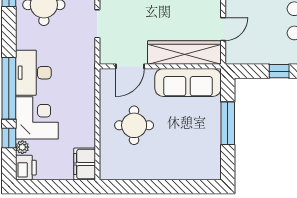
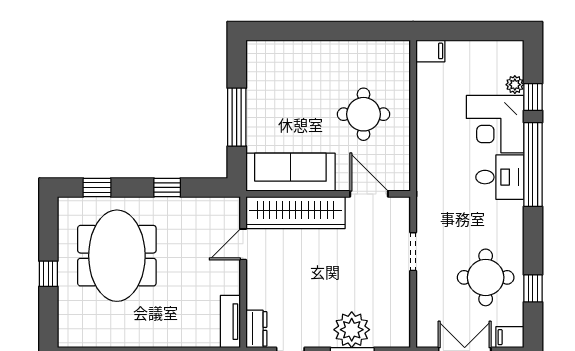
door: (130, 66) -> (369, 194), hinge flipped
desk: (33, 73) -> (500, 177), width x0.73
filing cabinet: (85, 164) -> (430, 51), width x0.50
printer: (26, 168) -> (510, 57), removed

